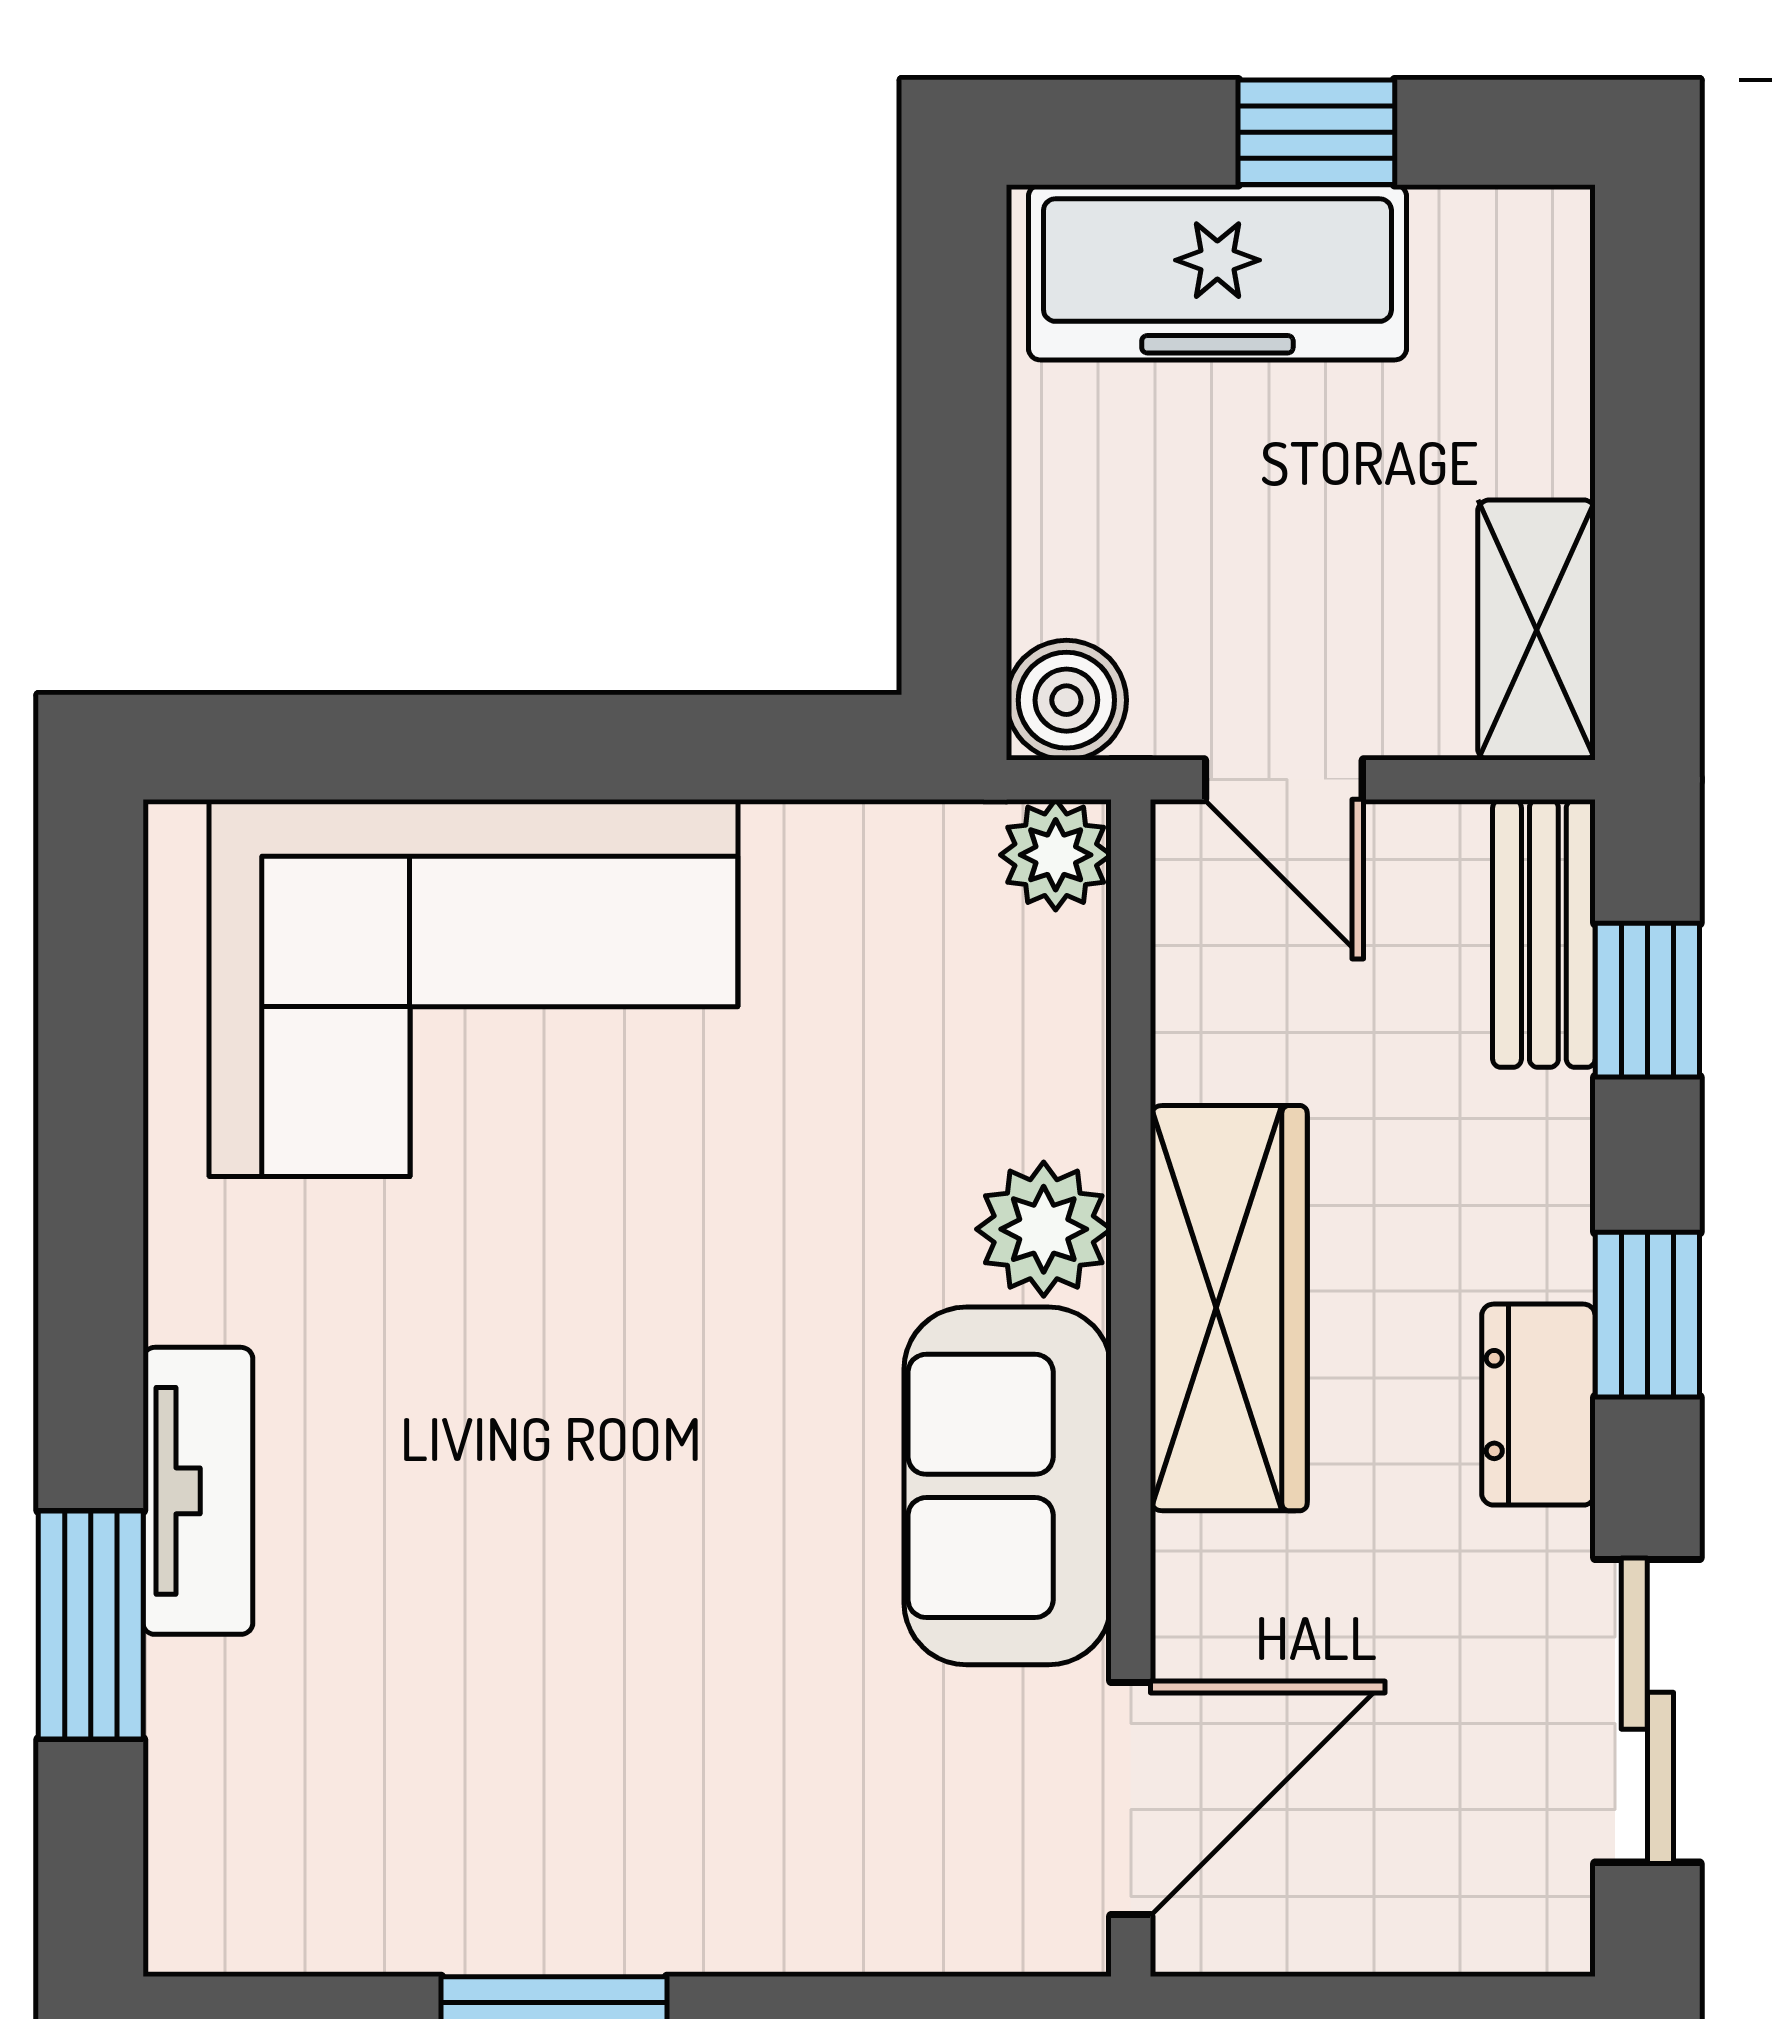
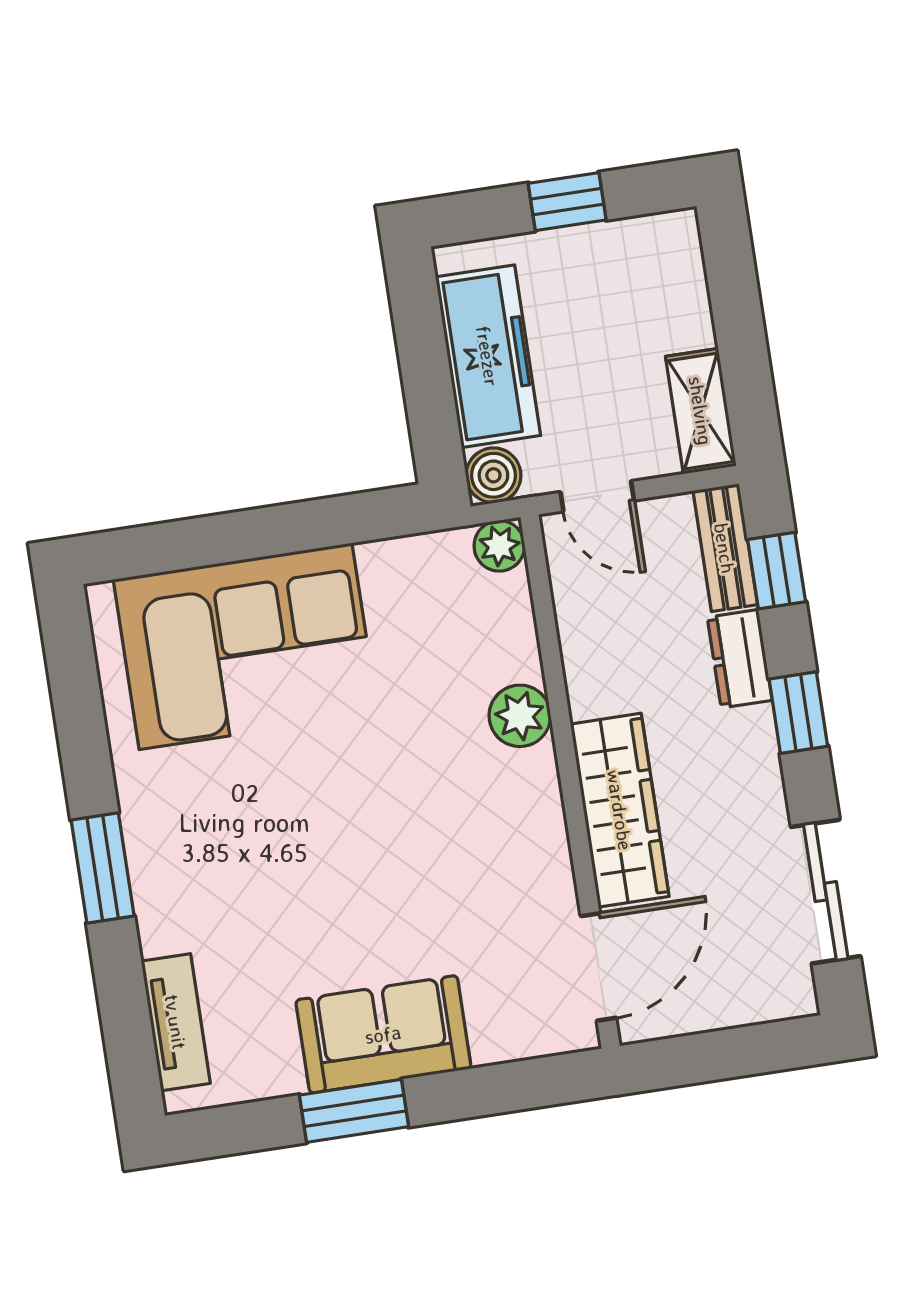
freezer: (1217, 272) -> (488, 356), moved, turned -90
wardrobe: (1229, 1308) -> (620, 810), moved
dresser: (1538, 1405) -> (740, 659), moved
sofa: (1008, 1486) -> (383, 1034), moved, turned 90
tv unit: (198, 1491) -> (176, 1022), moved
window: (91, 1625) -> (103, 868), moved

